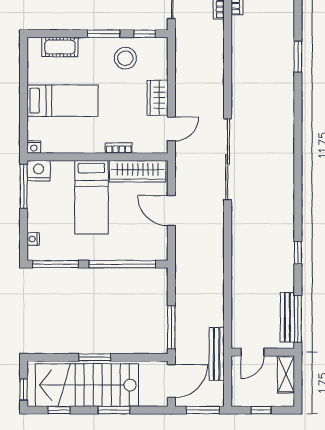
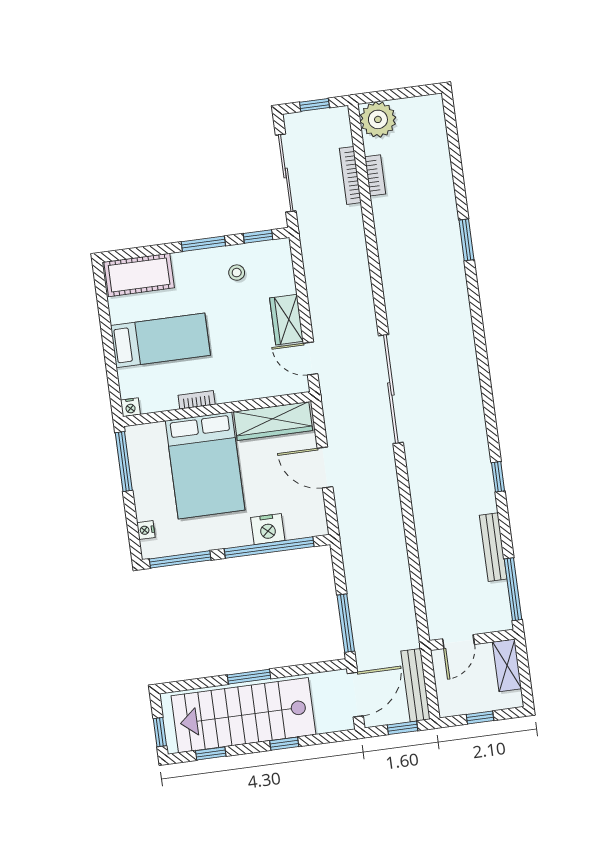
cot: (60, 47) -> (139, 275), width x1.37, depth x1.34
stool: (125, 58) -> (237, 273), width x0.53, depth x0.53
door: (171, 129) -> (310, 358), swing flipped
bookcase: (119, 148) -> (197, 400), moved
nightstand: (39, 171) -> (268, 529), moved, turned 180
bed: (91, 197) -> (205, 465), width x1.50
window: (298, 253) -> (498, 477), moved
bench: (287, 317) -> (493, 547), moved
bench: (217, 354) -> (415, 685), moved
window: (114, 410) -> (284, 744), width x0.67
window: (203, 410) -> (403, 728), width x0.67

